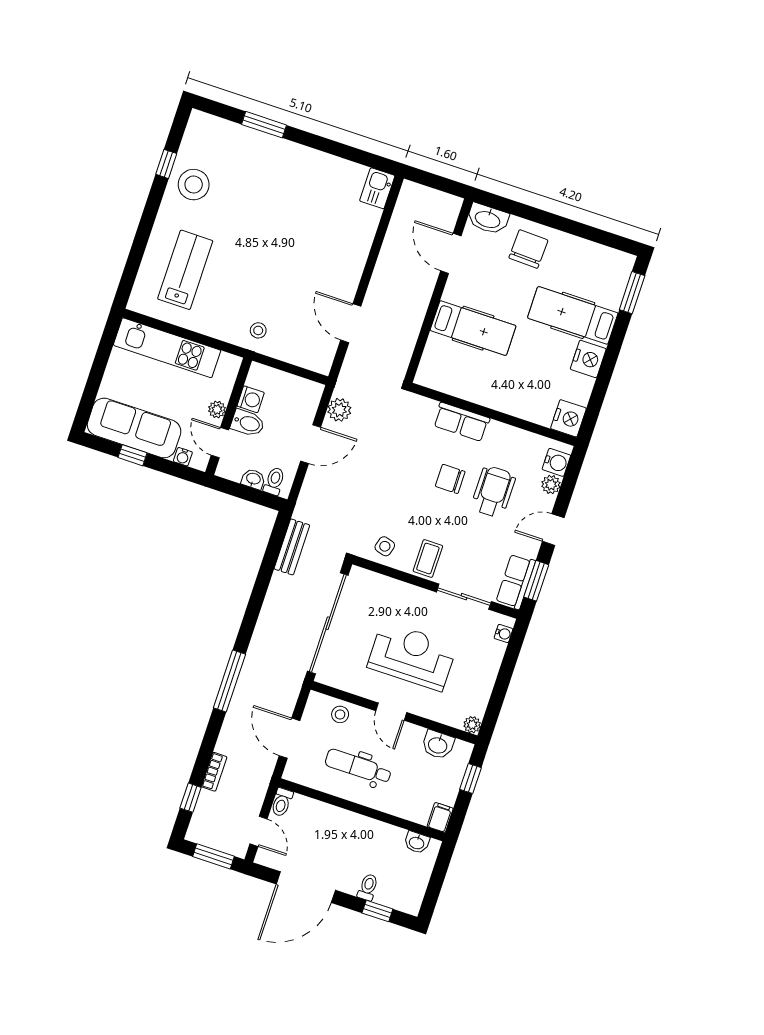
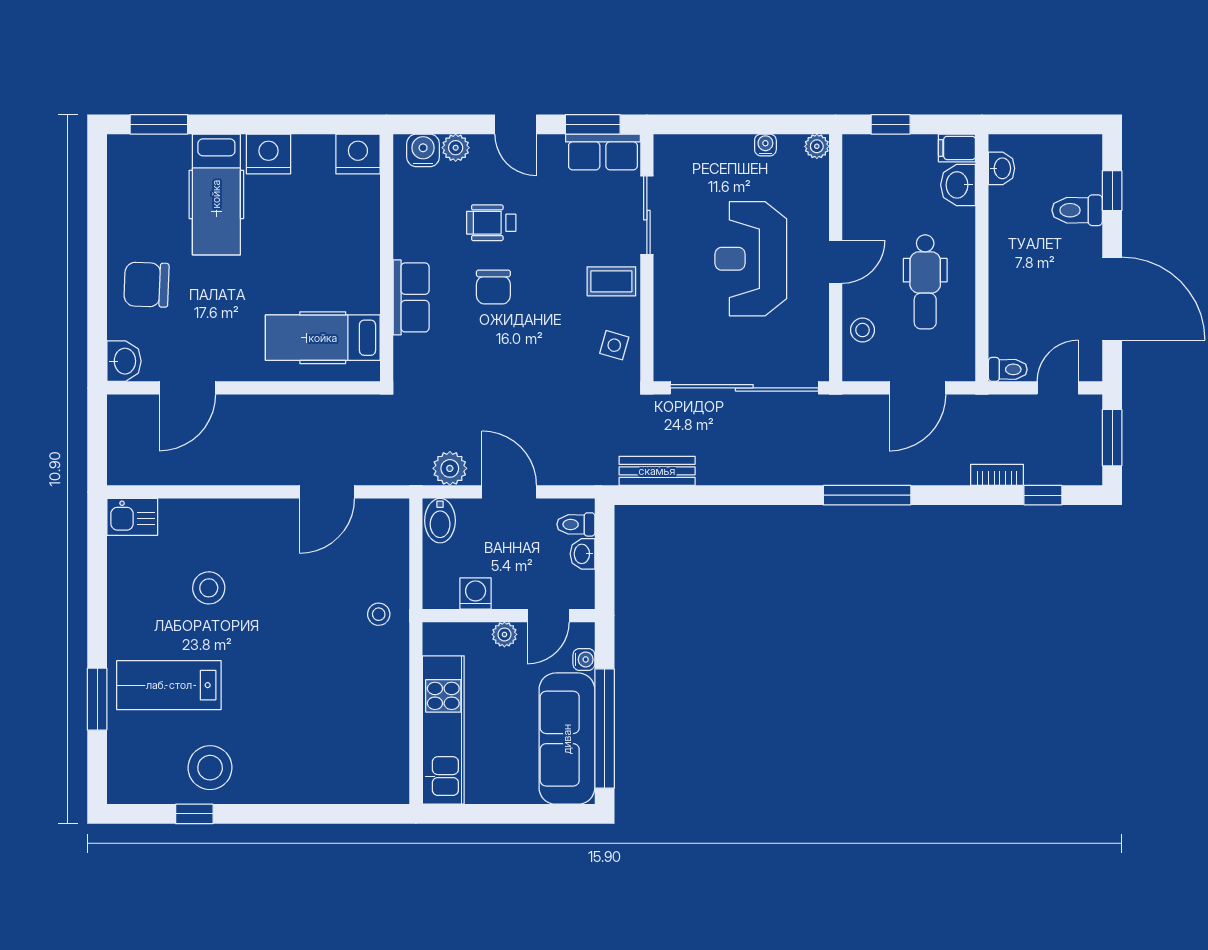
washbasin: (488, 219) -> (124, 361), width x0.72
stool: (313, 223) -> (209, 588), added
lab bench: (185, 270) -> (169, 685), moved
hospital bed: (473, 328) -> (323, 338), moved, turned -90
bidet: (248, 423) -> (440, 521), moved, turned 180
window: (132, 455) -> (605, 728), width x3.17
wheelchair: (493, 492) -> (491, 223), width x0.73, depth x0.73
water cooler: (503, 634) -> (765, 145), moved
washbasin: (438, 745) -> (958, 185), moved, turned 180
toilet: (368, 887) -> (1077, 210), width x1.37, depth x1.39

